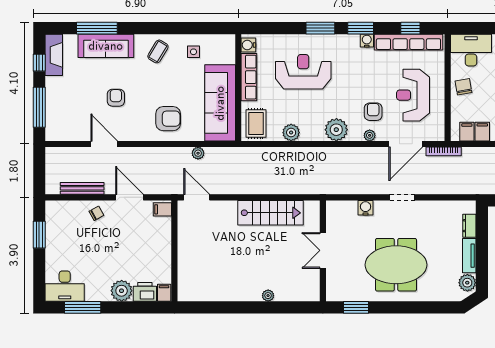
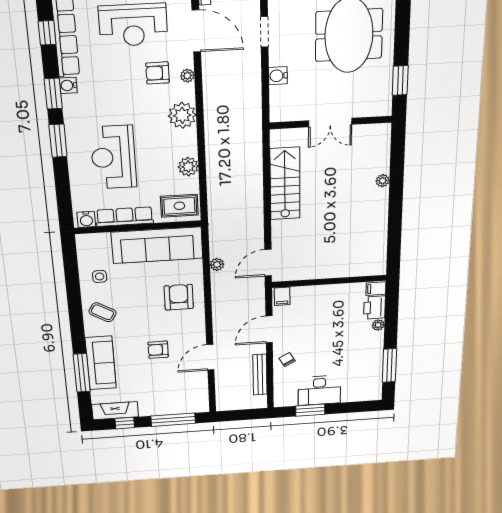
desk: (65, 286) -> (319, 390), moved, turned 90
plant: (122, 291) -> (378, 325), width x0.53, depth x0.53

